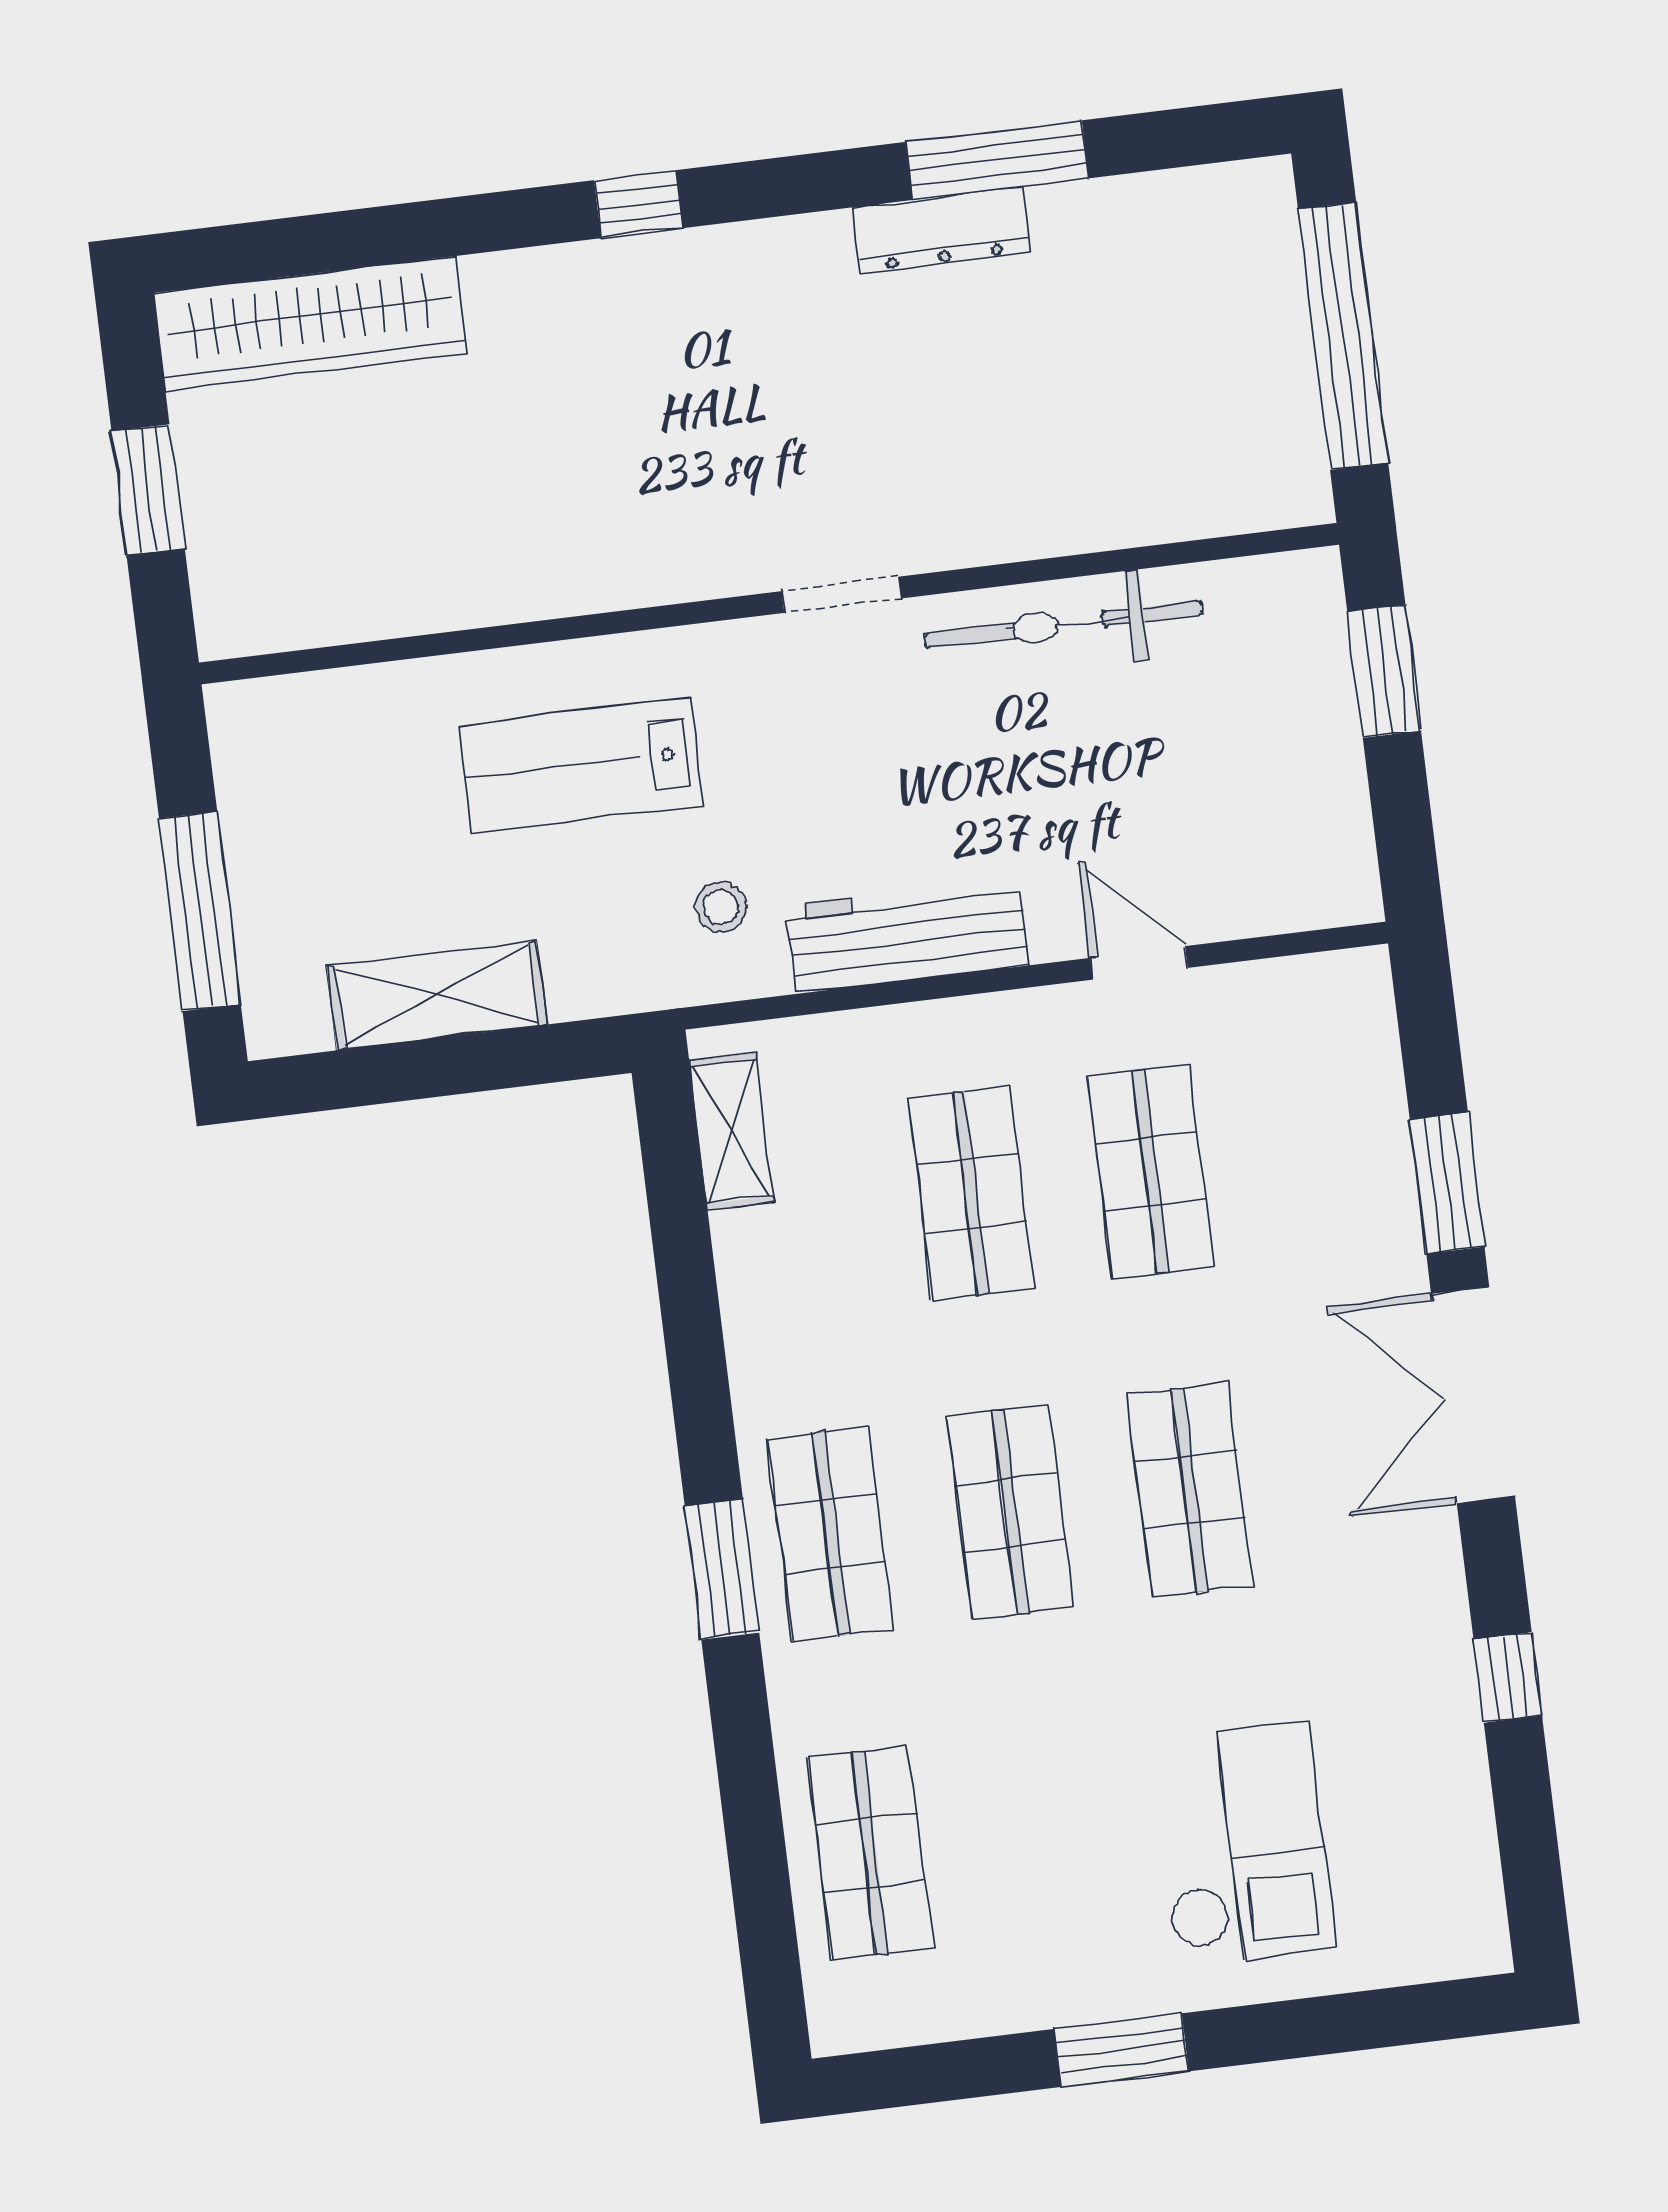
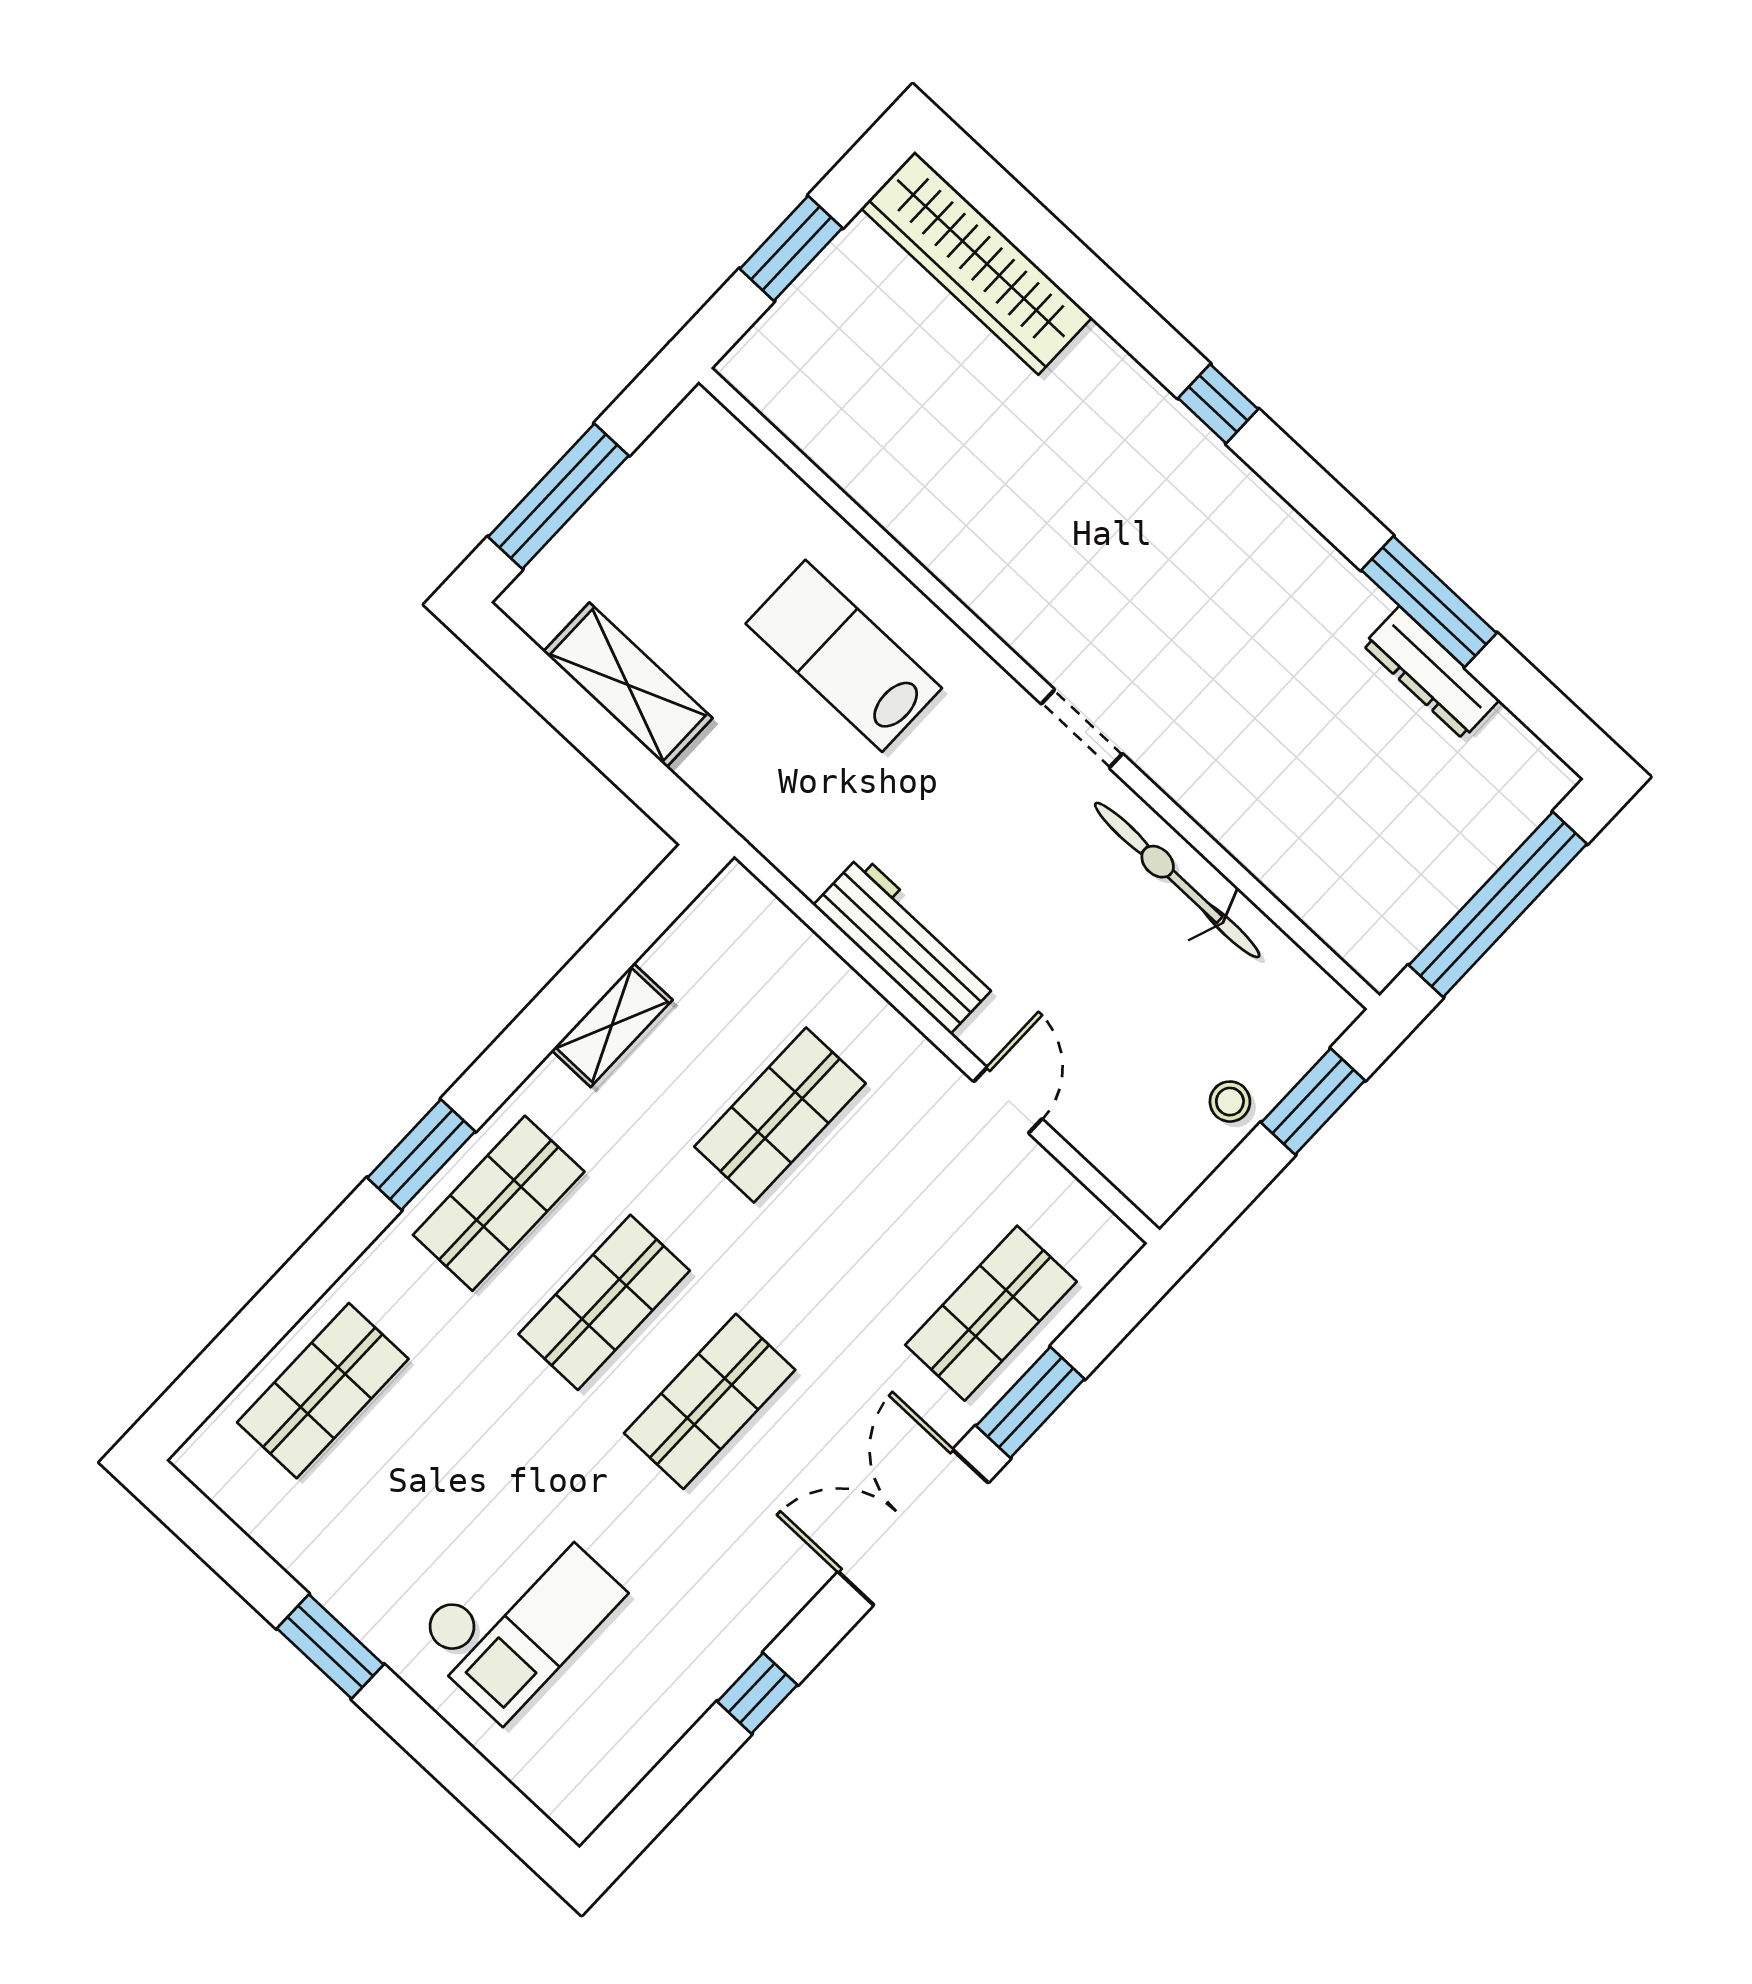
dresser: (941, 230) -> (1431, 673), moved
stool: (721, 907) -> (1230, 1102), moved
shelving: (732, 1131) -> (612, 1025), moved
shop shelf: (1150, 1171) -> (991, 1313), moved

